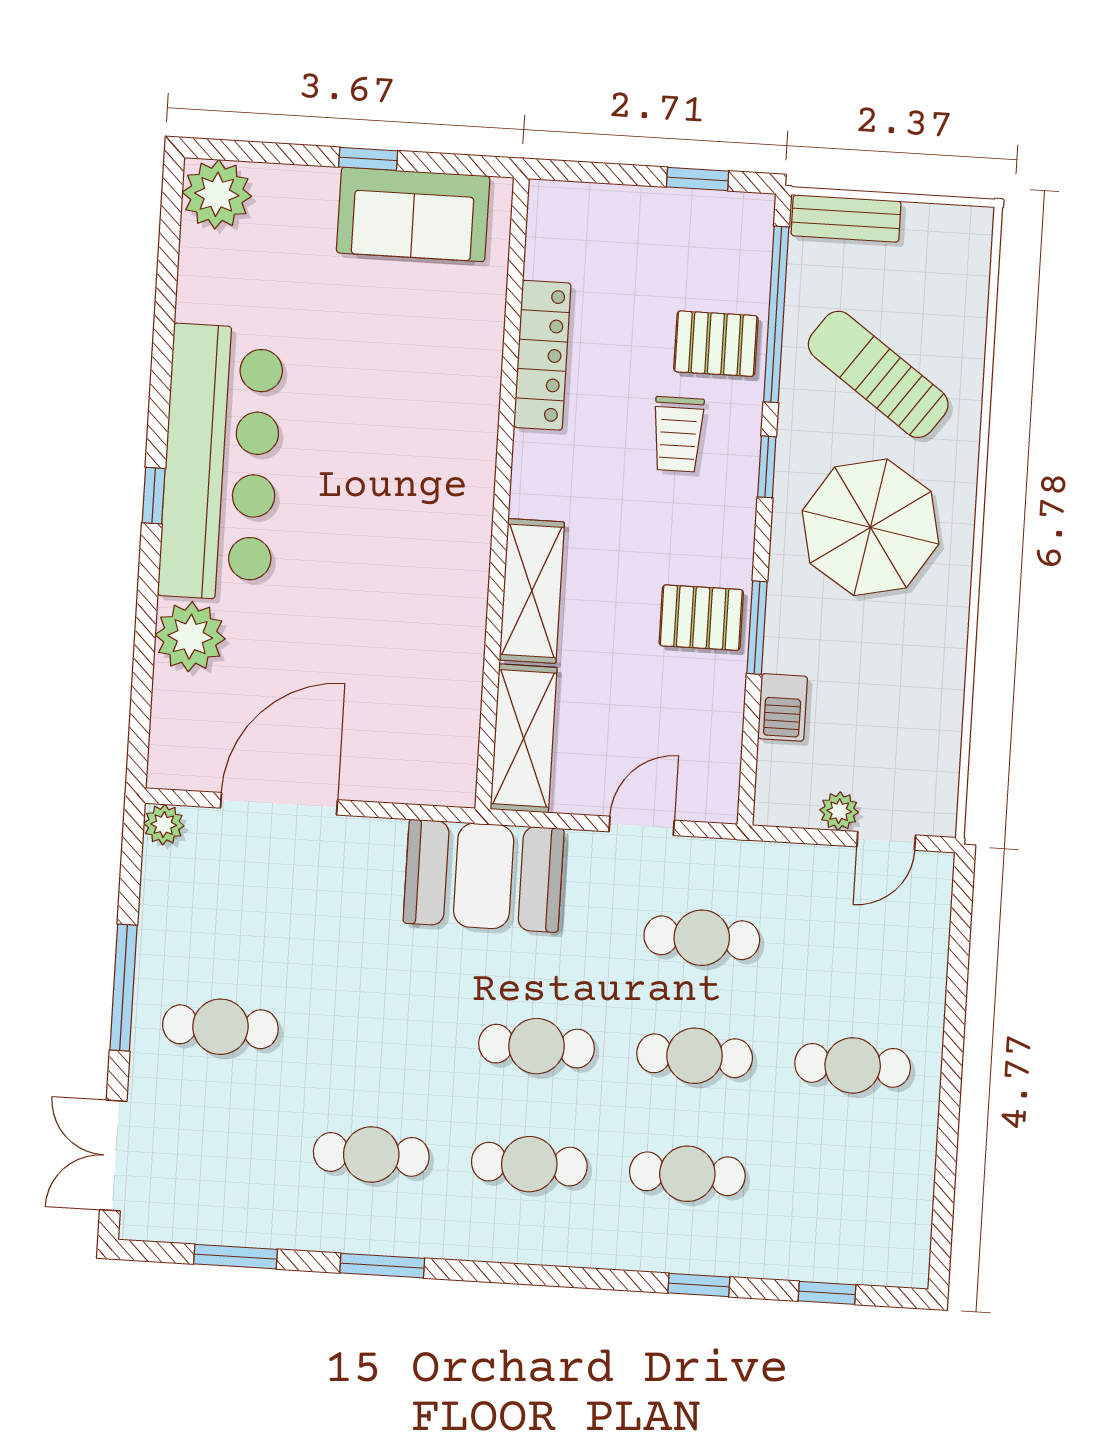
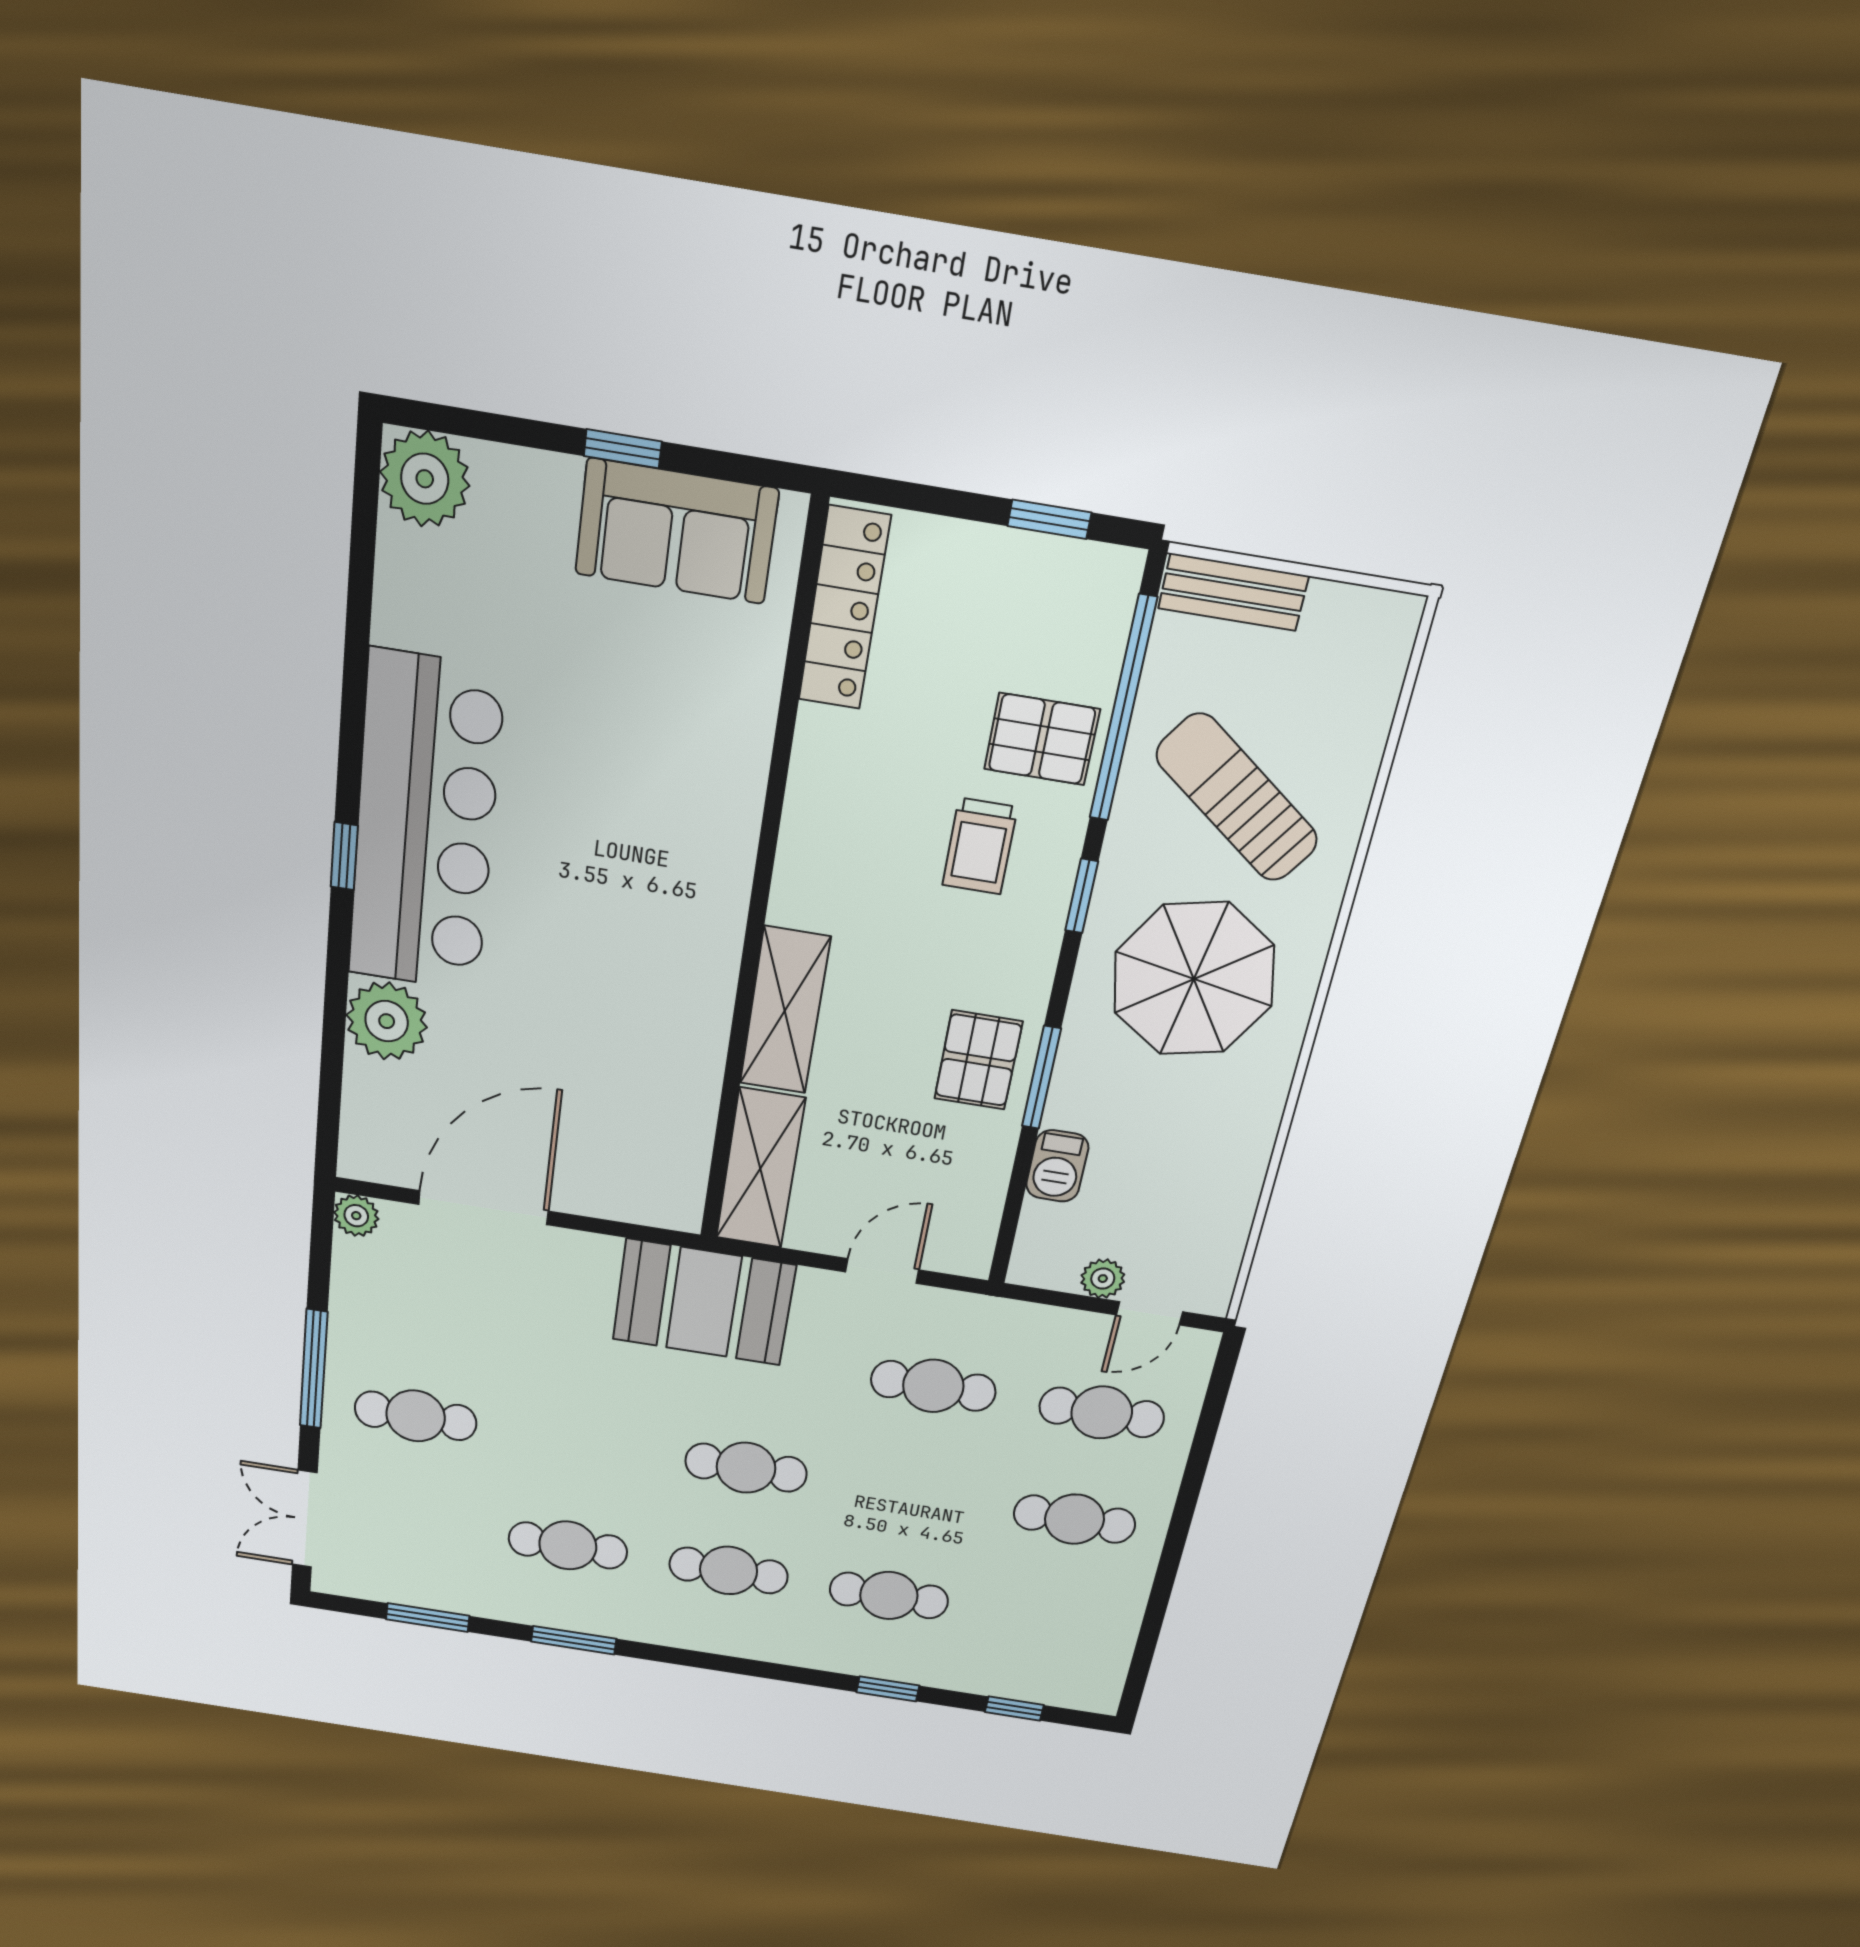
locker: (542, 355) -> (844, 609), moved
pallet: (701, 618) -> (978, 1060), turned 90
cafe table: (695, 1056) -> (1102, 1412), moved

